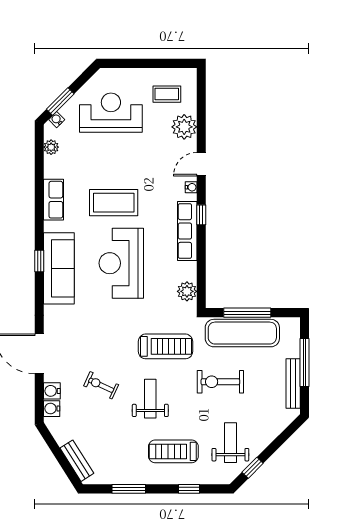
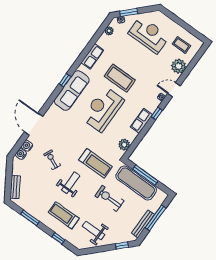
row of seats: (187, 231) -> (141, 121), width x0.68
weight bench: (230, 443) -> (94, 231), turned -90
window: (253, 468) -> (122, 245), moved

